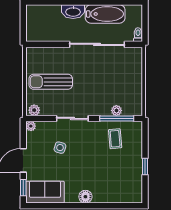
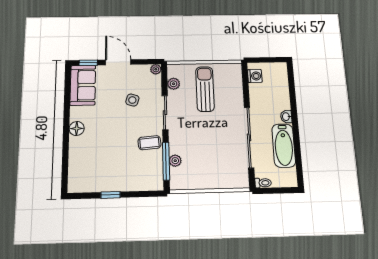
washbasin: (73, 12) -> (286, 117), width x0.52, depth x0.69
washing machine: (39, 35) -> (255, 76), added
plant: (34, 110) -> (174, 84), moved
coffee table: (115, 139) -> (149, 143), moved

